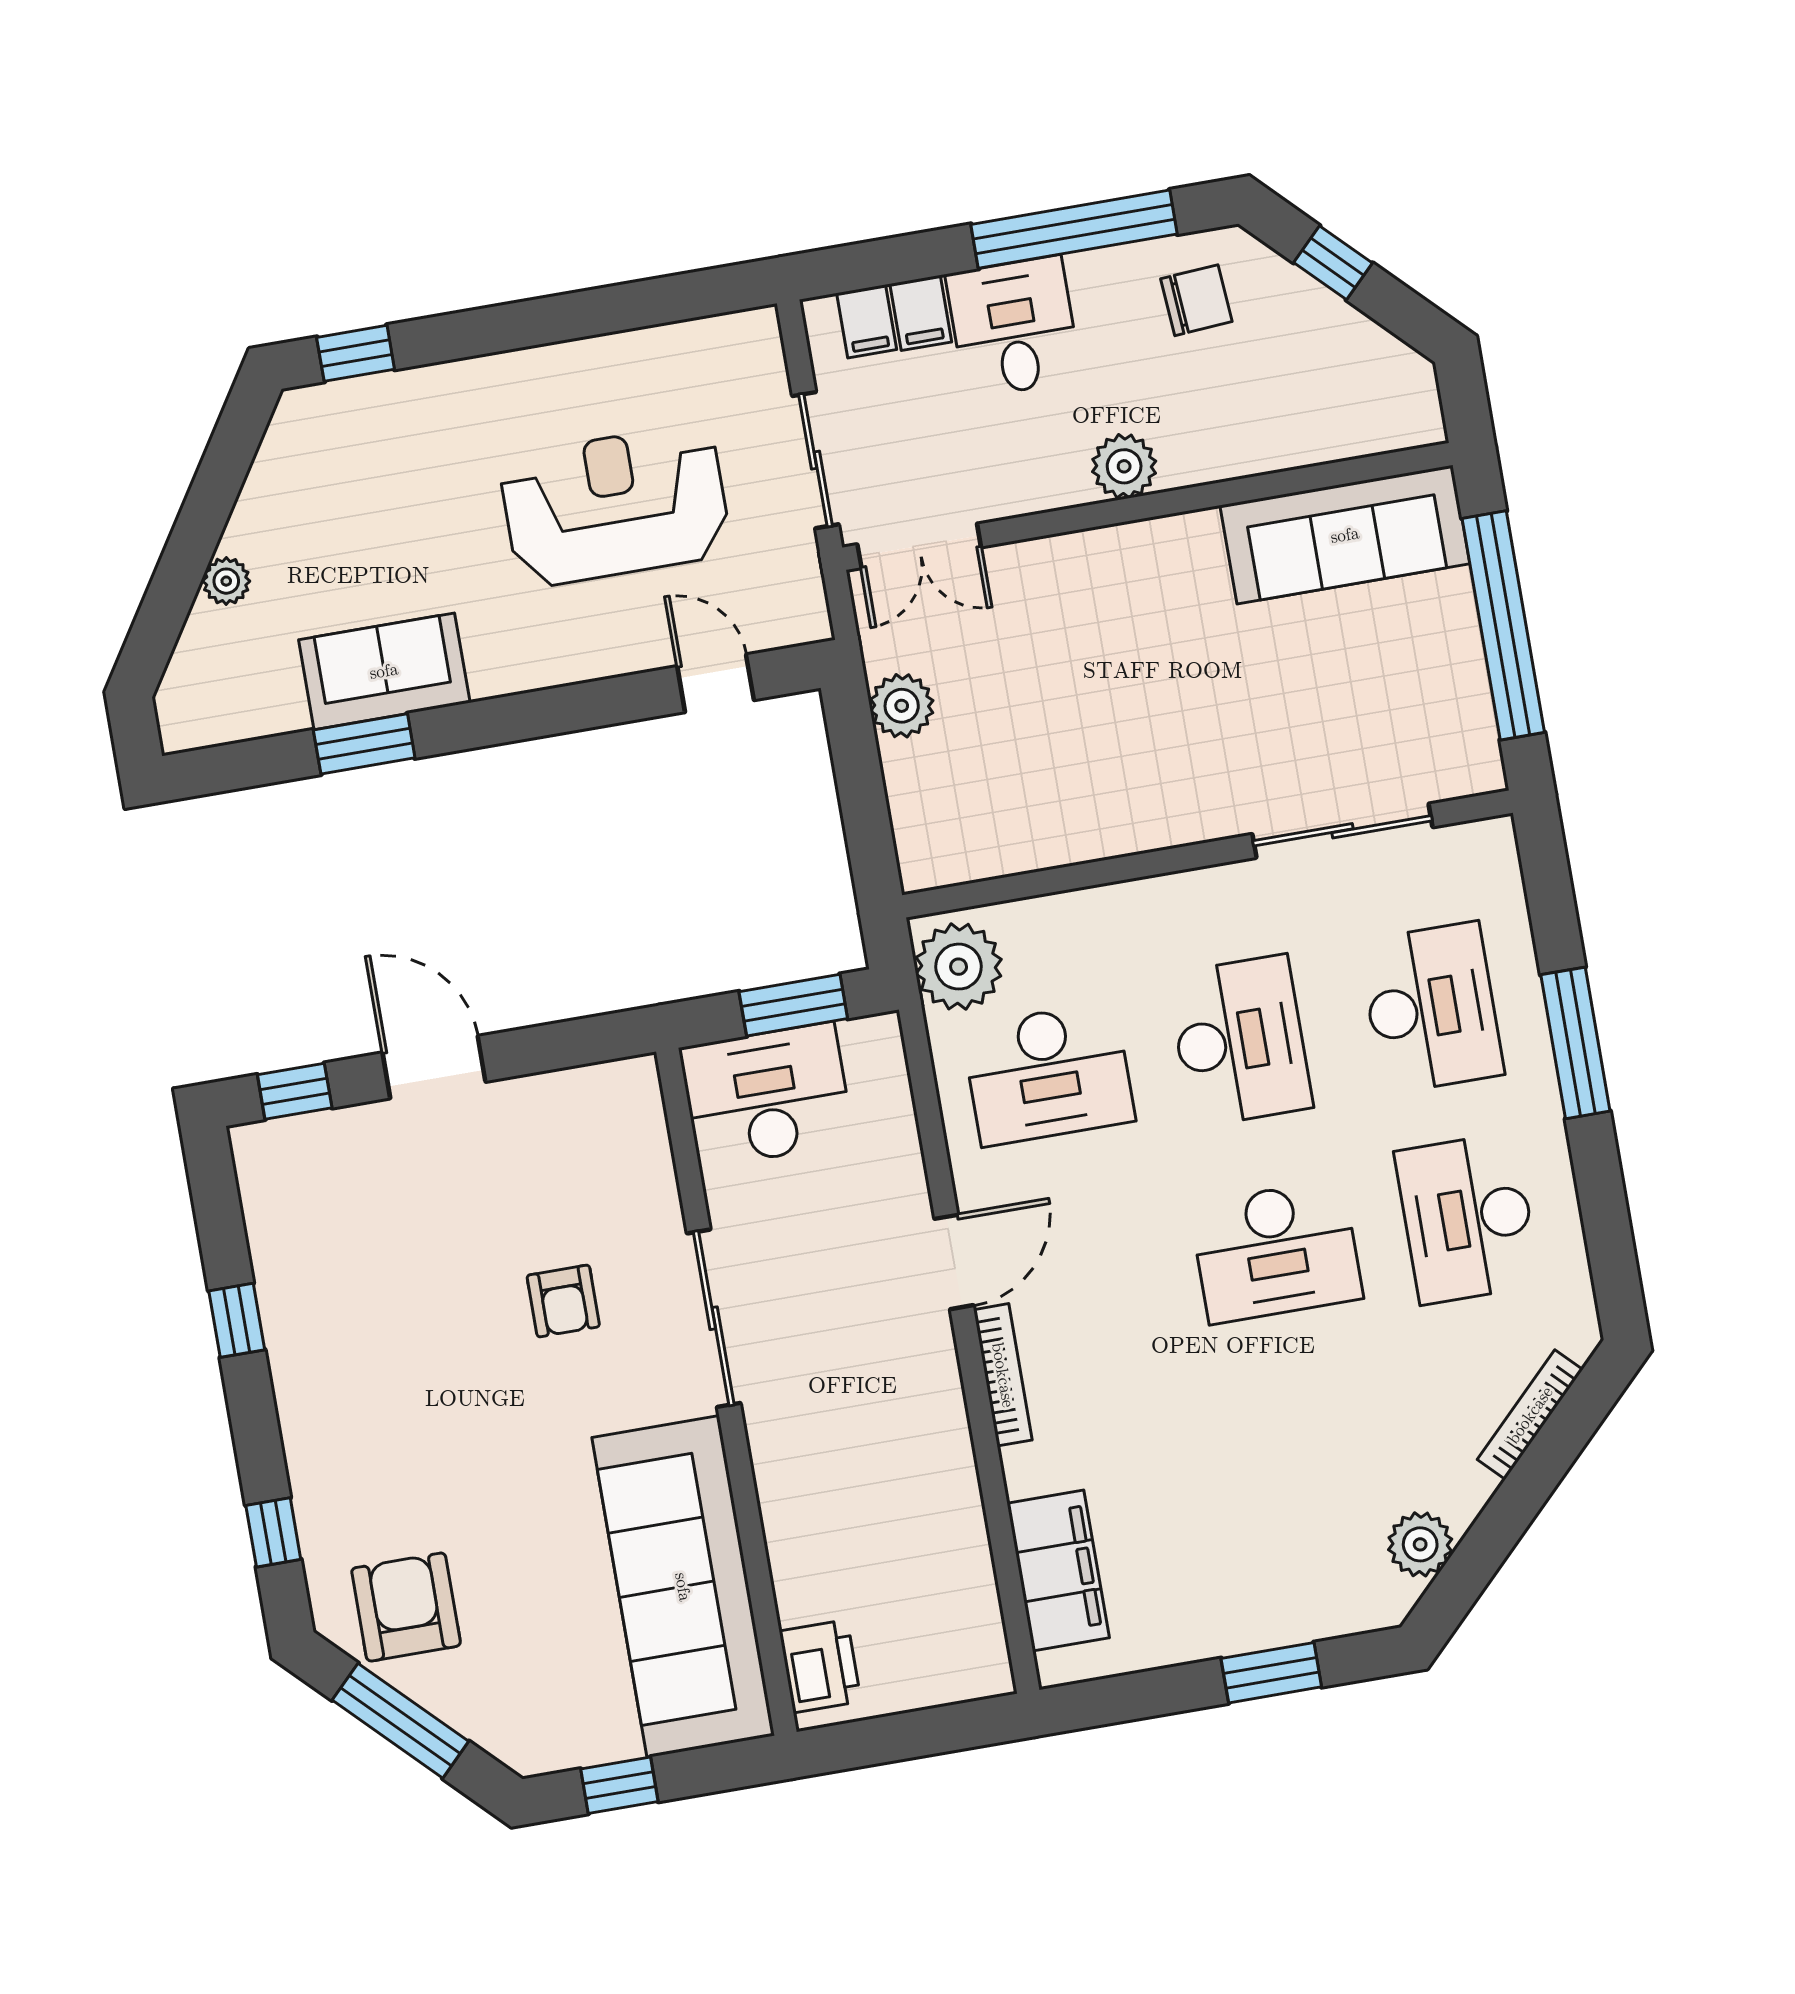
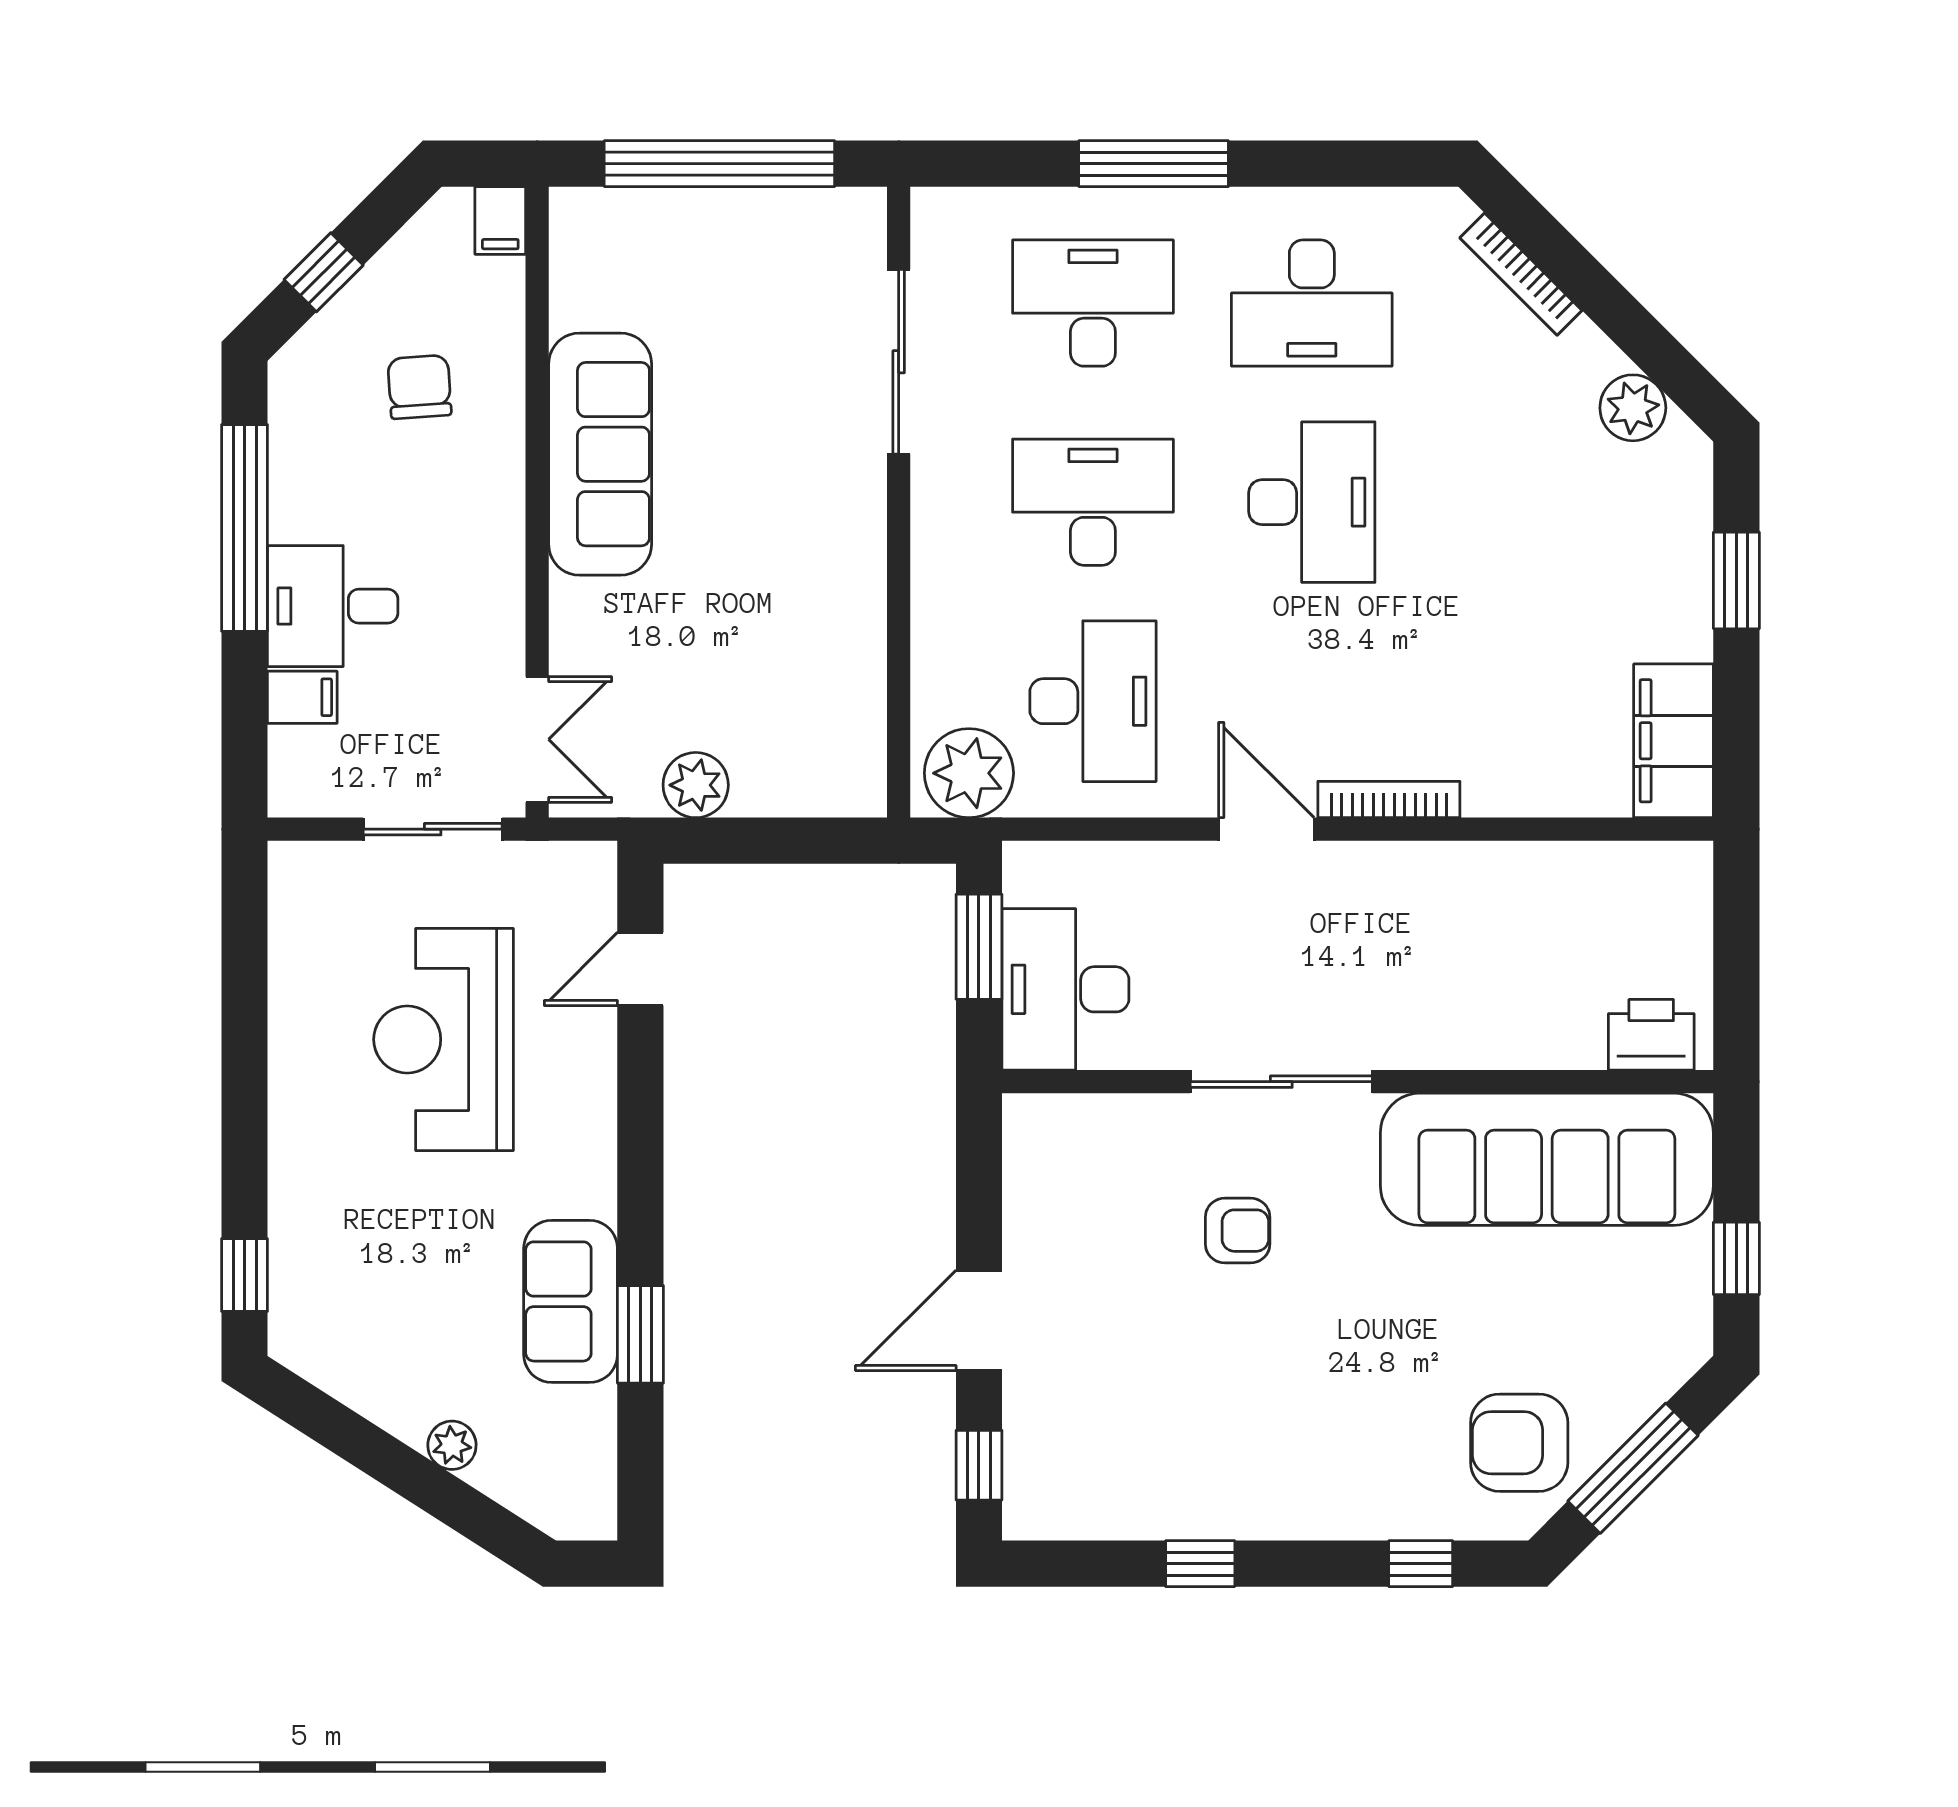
chair: (1196, 300) -> (419, 387), moved
filing cabinet: (867, 321) -> (500, 220), moved, turned 90
plant: (1124, 466) -> (493, 519), removed
sofa: (1345, 535) -> (600, 454), moved
filing cabinet: (1058, 1571) -> (1674, 741), moved, turned -90

